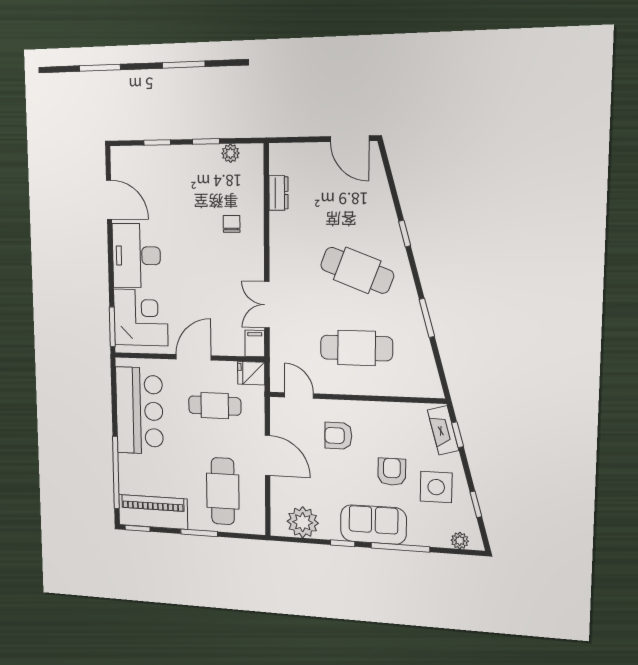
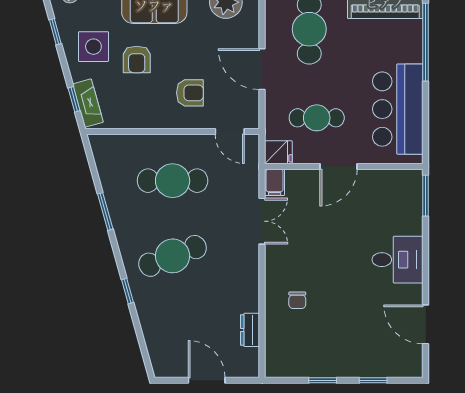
door: (350, 139) -> (207, 380), moved
plant: (230, 153) -> (298, 369), removed
desk: (136, 256) -> (398, 260), width x0.73
cafe table: (357, 270) -> (173, 256), turned -42
corner desk: (141, 318) -> (394, 206), removed

